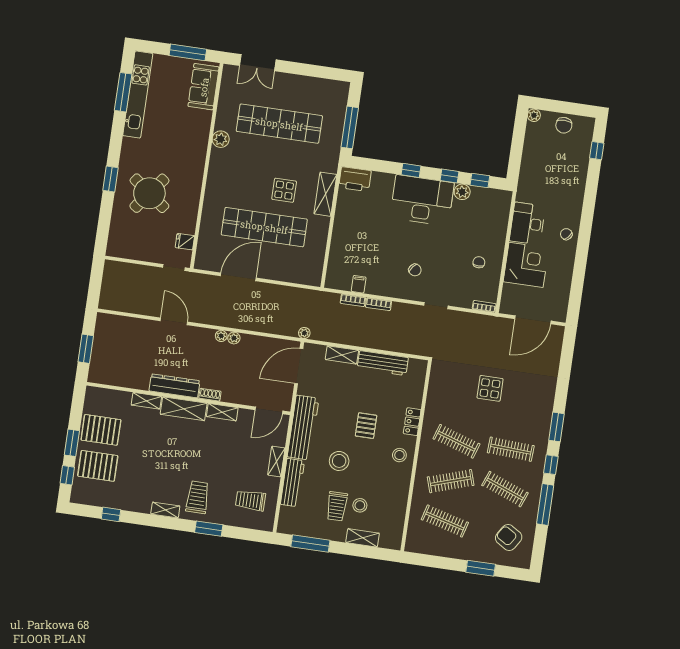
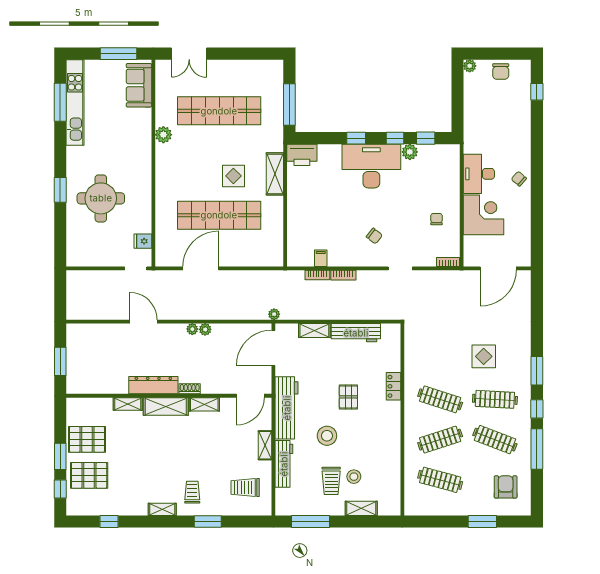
round table: (149, 193) -> (101, 198), turned -37
display table: (490, 388) -> (484, 356), moved
stool: (399, 455) -> (386, 421), removed
trolley: (198, 497) -> (192, 492), width x0.73, depth x0.72
armchair: (509, 538) -> (506, 487), turned 58

